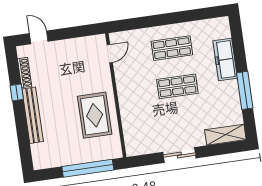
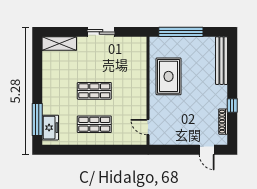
door: (110, 54) -> (148, 127), hinge flipped
freezer: (225, 60) -> (50, 128), moved, width x0.71
window: (245, 90) -> (37, 119), moved
bench: (33, 115) -> (222, 61), moved

